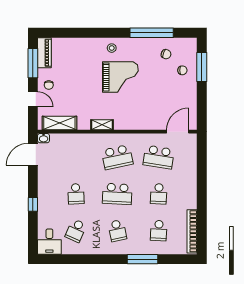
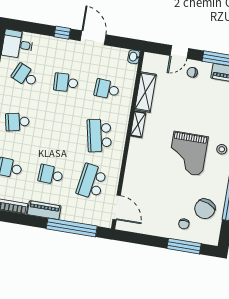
chair: (166, 54) -> (205, 209), width x1.87, depth x1.87
shelving: (59, 123) -> (145, 92), moved
door: (33, 154) -> (93, 38), moved
window: (202, 168) -> (72, 227), added
school desk: (117, 194) -> (107, 89), moved, width x0.54
piano: (191, 194) -> (44, 210), added

